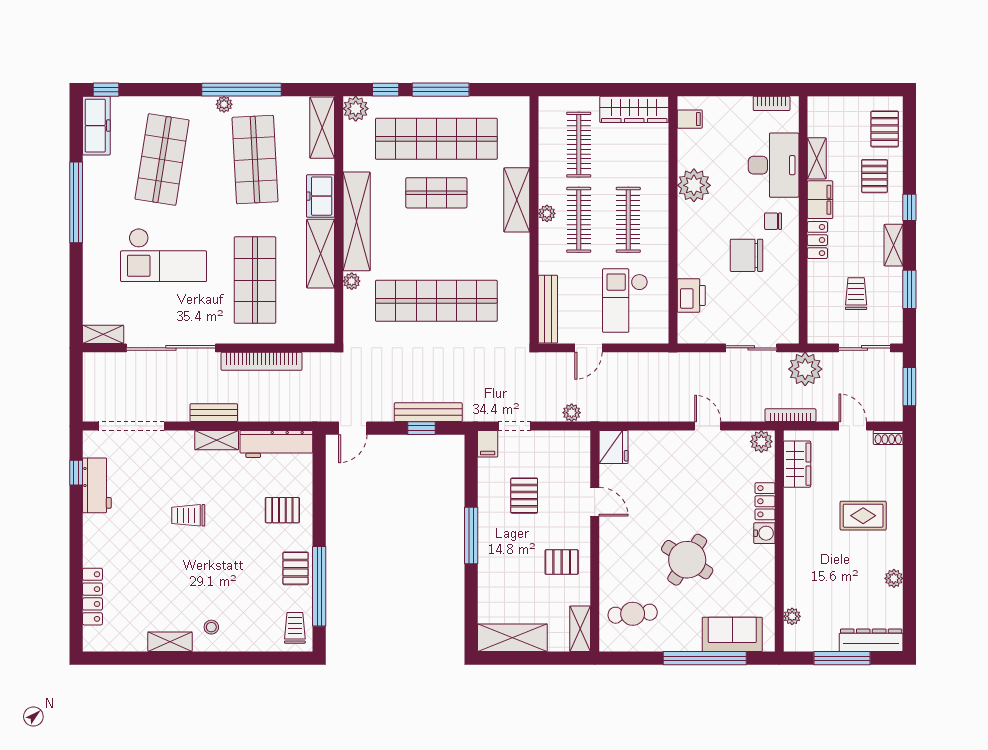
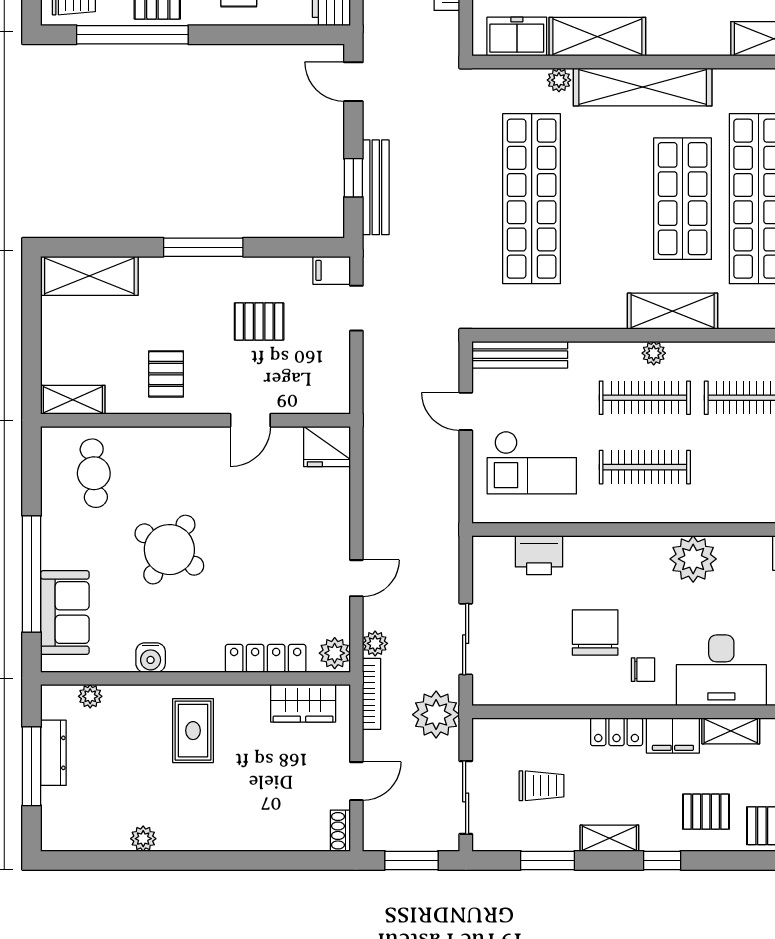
shop shelf: (436, 193) -> (683, 199), width x1.43, depth x1.36
freezer: (320, 196) -> (517, 37), moved
chair: (773, 221) -> (643, 670), turned 90
checkout: (625, 301) -> (532, 463), turned 180
plant: (572, 413) -> (375, 643), moved
locker: (765, 501) -> (266, 658), width x1.53
rug: (863, 516) -> (193, 731), moved
water cooler: (764, 533) -> (151, 658), moved
shelving: (512, 638) -> (89, 276), moved, turned 90
dresser: (871, 640) -> (53, 753), moved, width x0.73, depth x0.80

